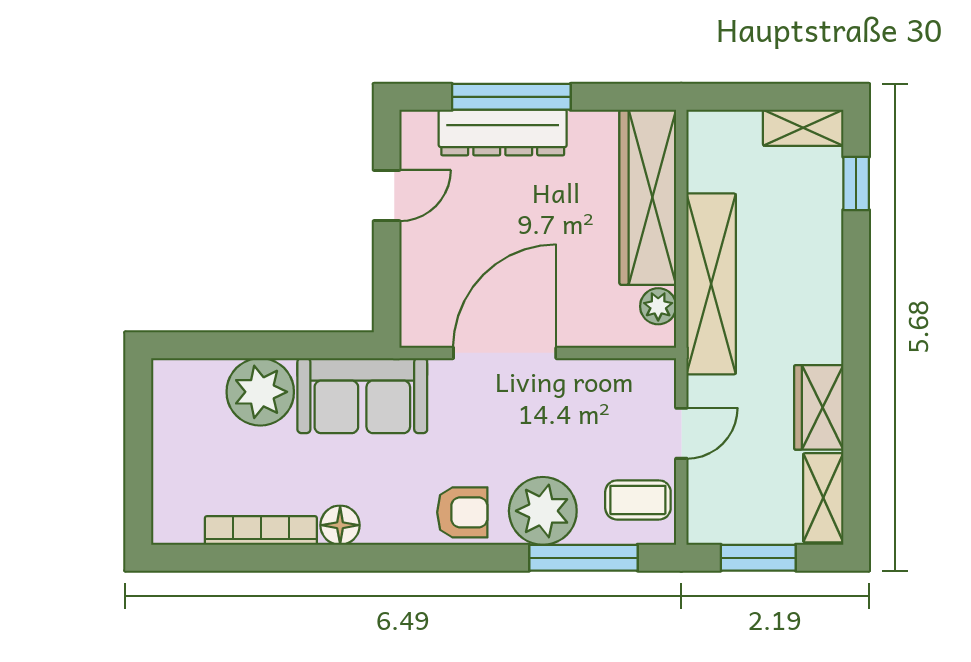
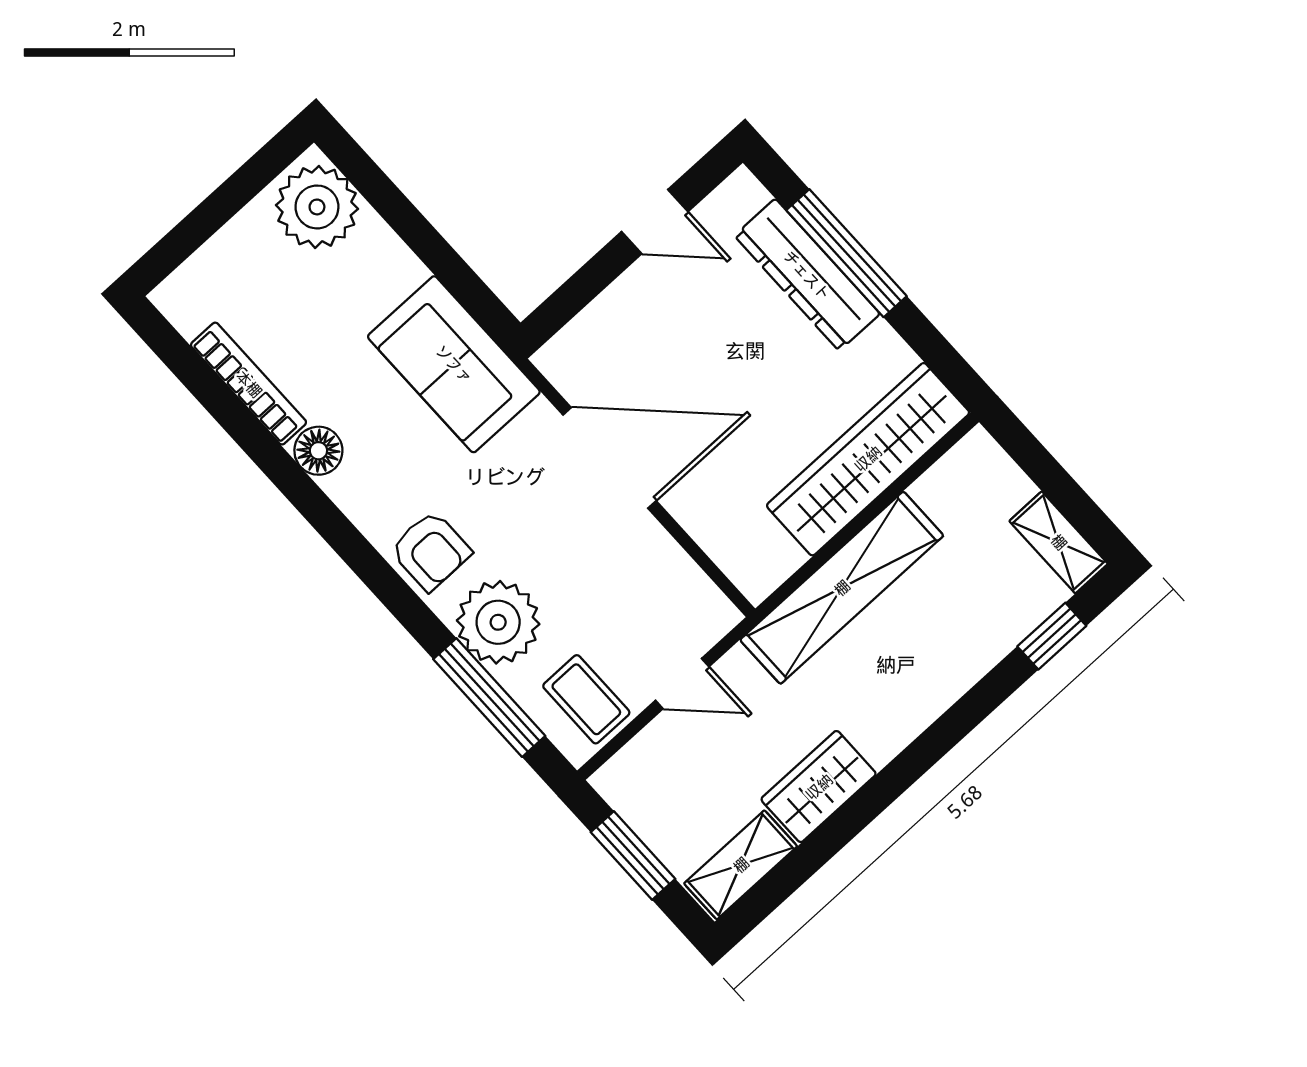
plant: (658, 306) -> (778, 558), removed
plant: (260, 392) -> (317, 207), moved

